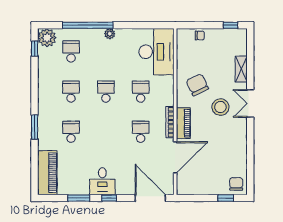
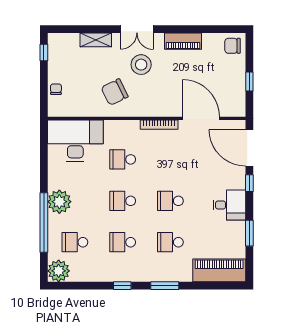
plant: (110, 34) -> (59, 202), width x1.88, depth x1.88
window: (35, 49) -> (122, 286), moved
piano: (183, 123) -> (183, 41), moved, turned 180
school desk: (141, 132) -> (170, 201), moved
window: (109, 198) -> (249, 183), moved
door: (150, 198) -> (249, 148), hinge flipped
window: (226, 198) -> (249, 82), moved

